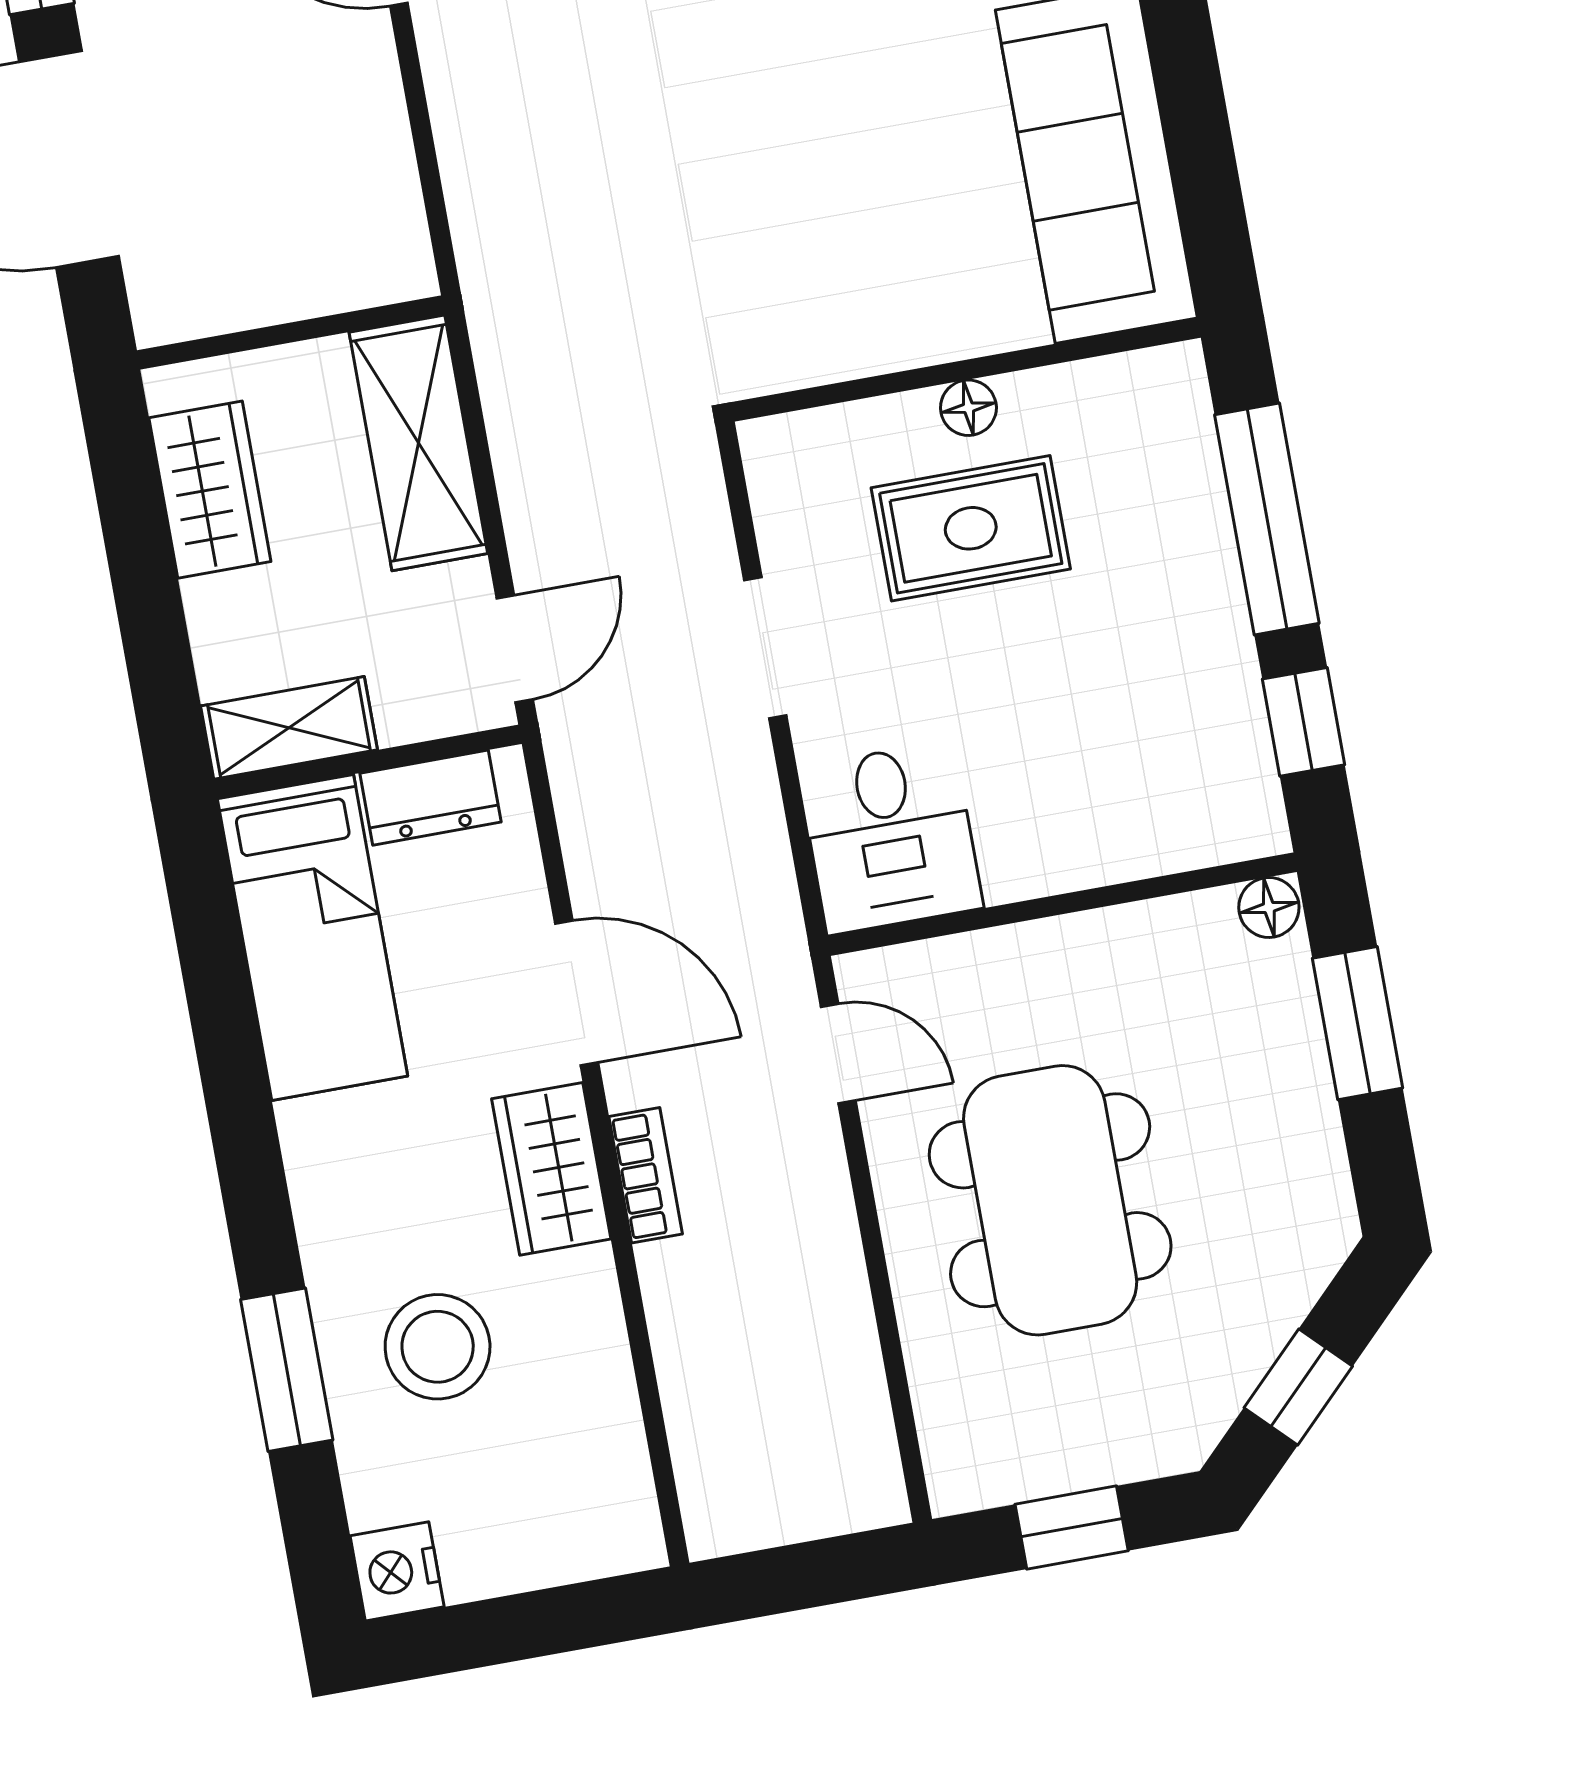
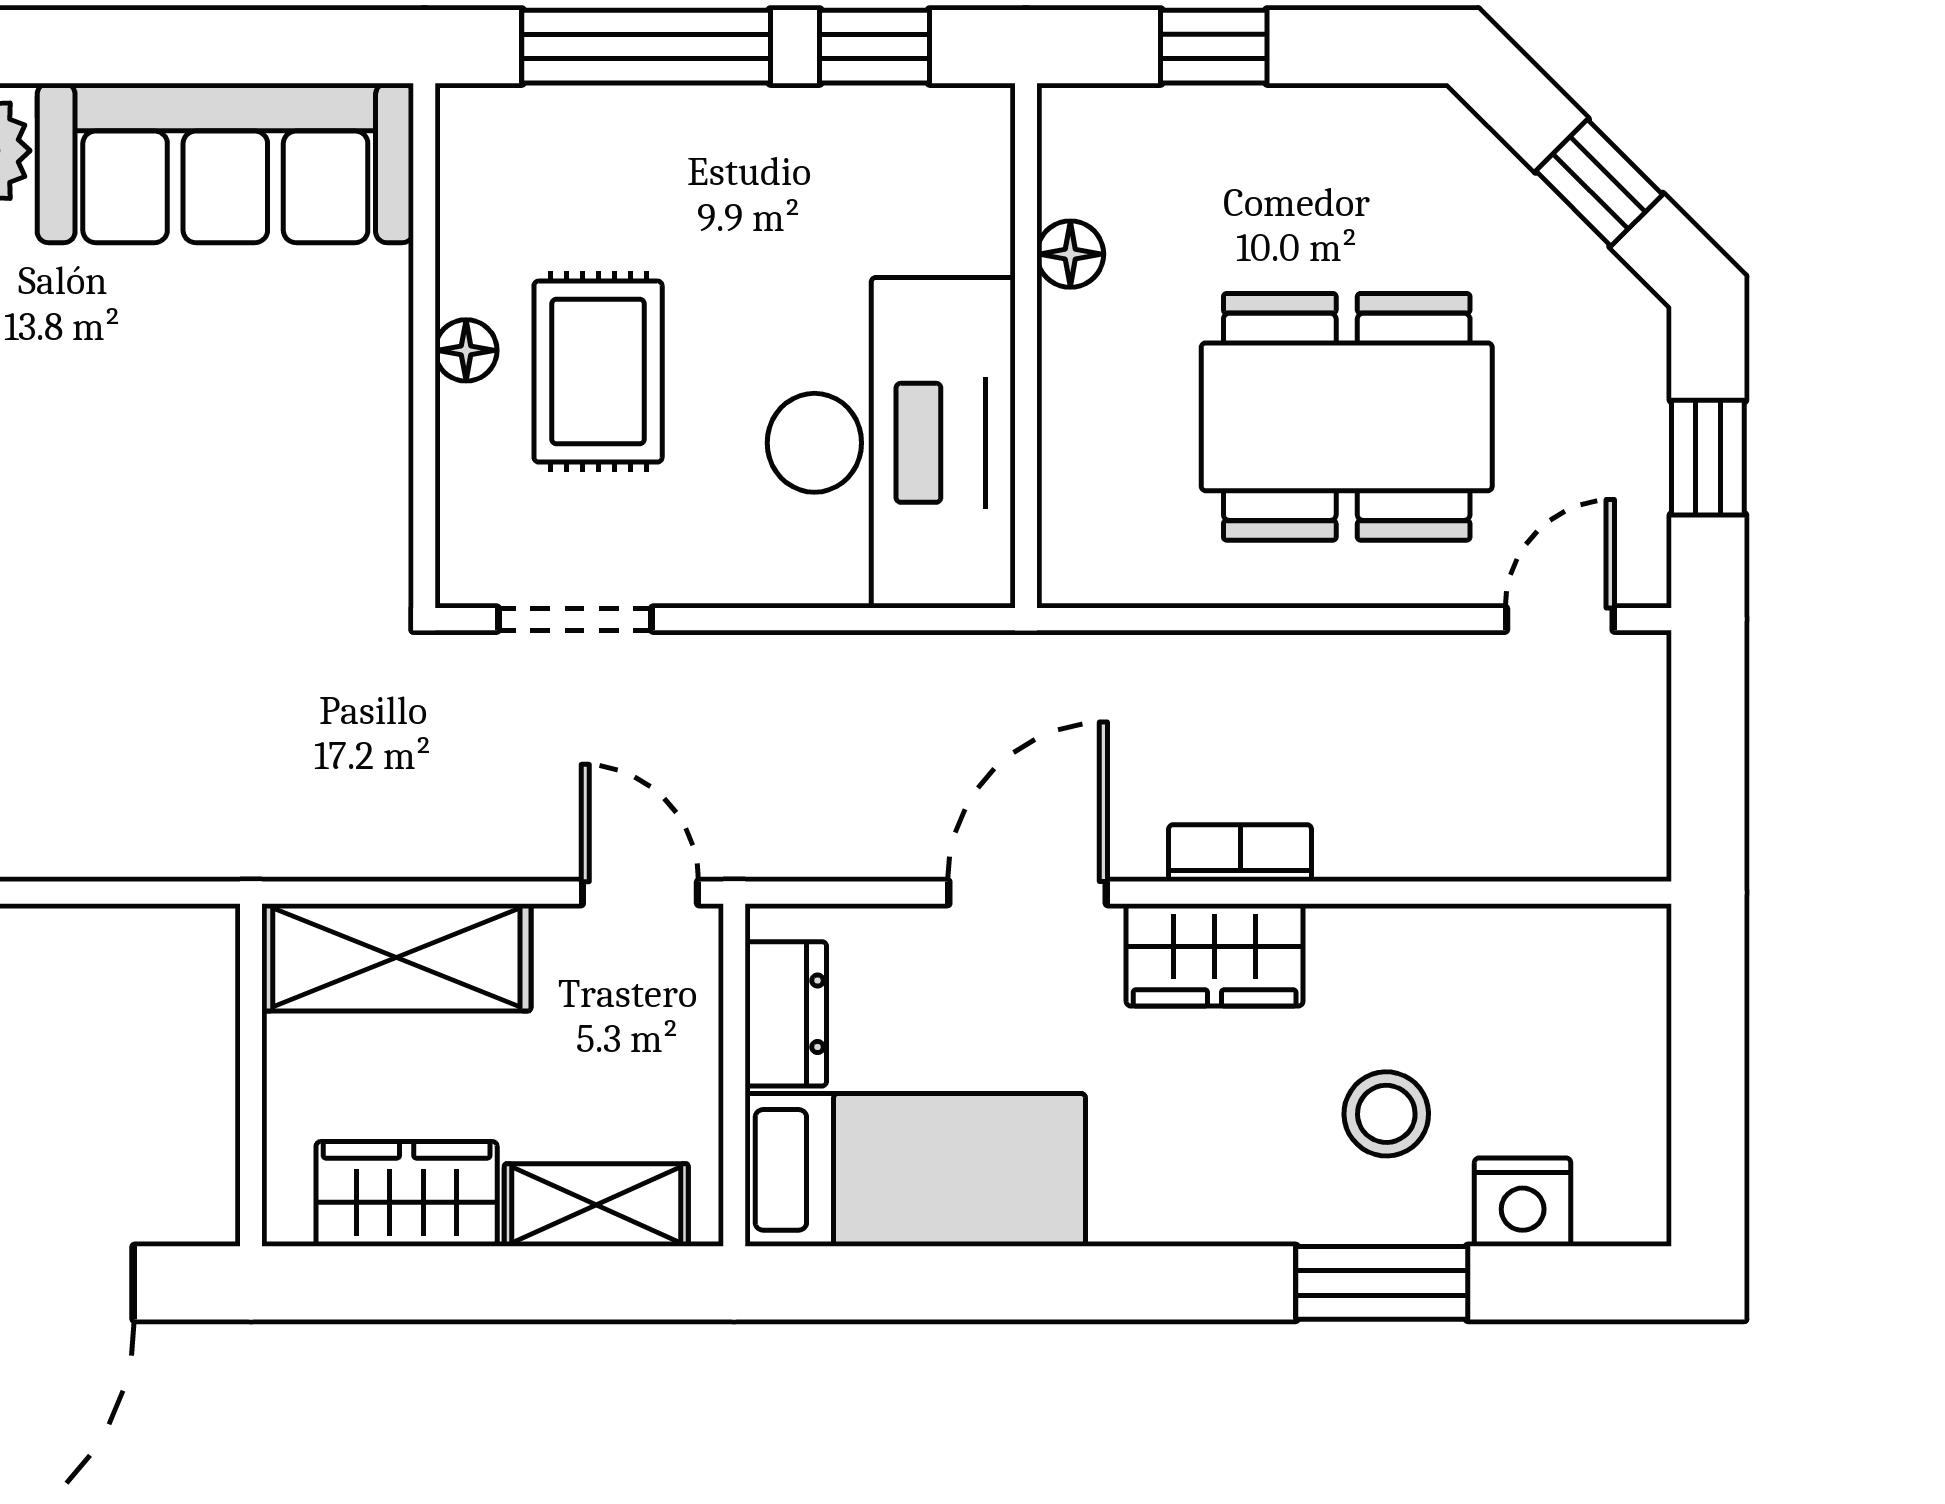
doorway: (765, 648) -> (575, 619), moved
shelving: (289, 728) -> (596, 1205), moved, turned 90
desk: (890, 838) -> (891, 443), width x1.87, depth x1.30
floor lamp: (1269, 907) -> (1070, 254), moved
window: (1358, 1023) -> (1214, 47), width x0.67
door: (838, 1054) -> (1560, 619), moved
stool: (438, 1347) -> (1386, 1114), width x0.73, depth x0.73
nightstand: (397, 1571) -> (1523, 1202), moved

